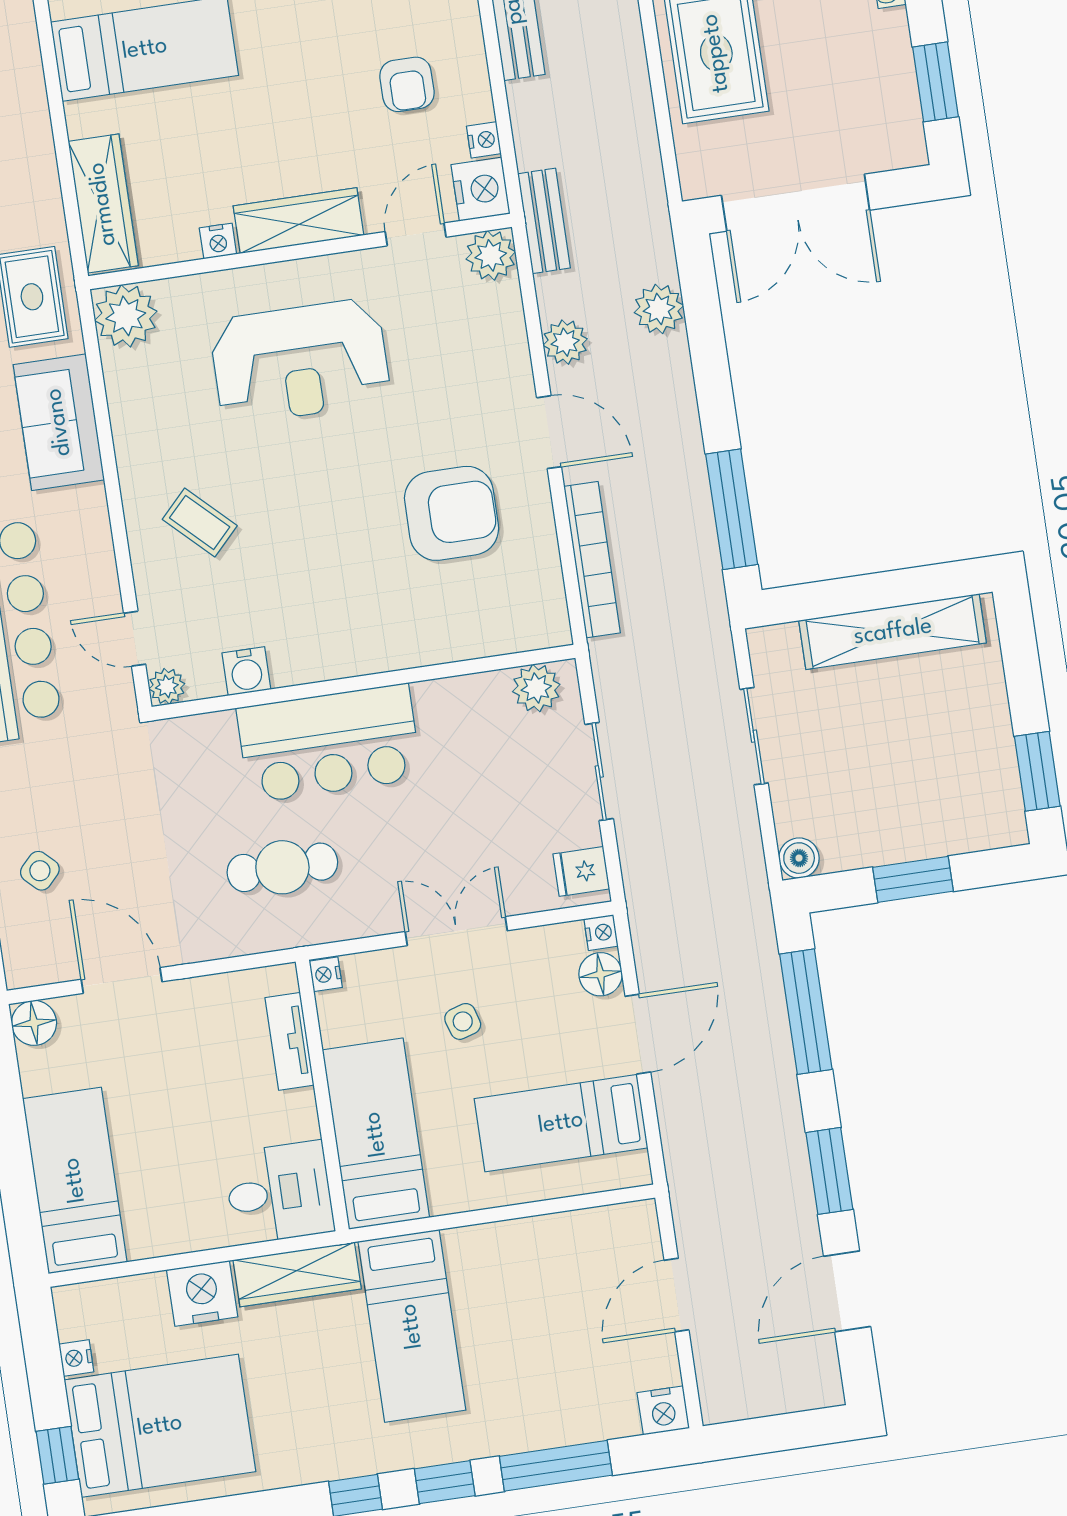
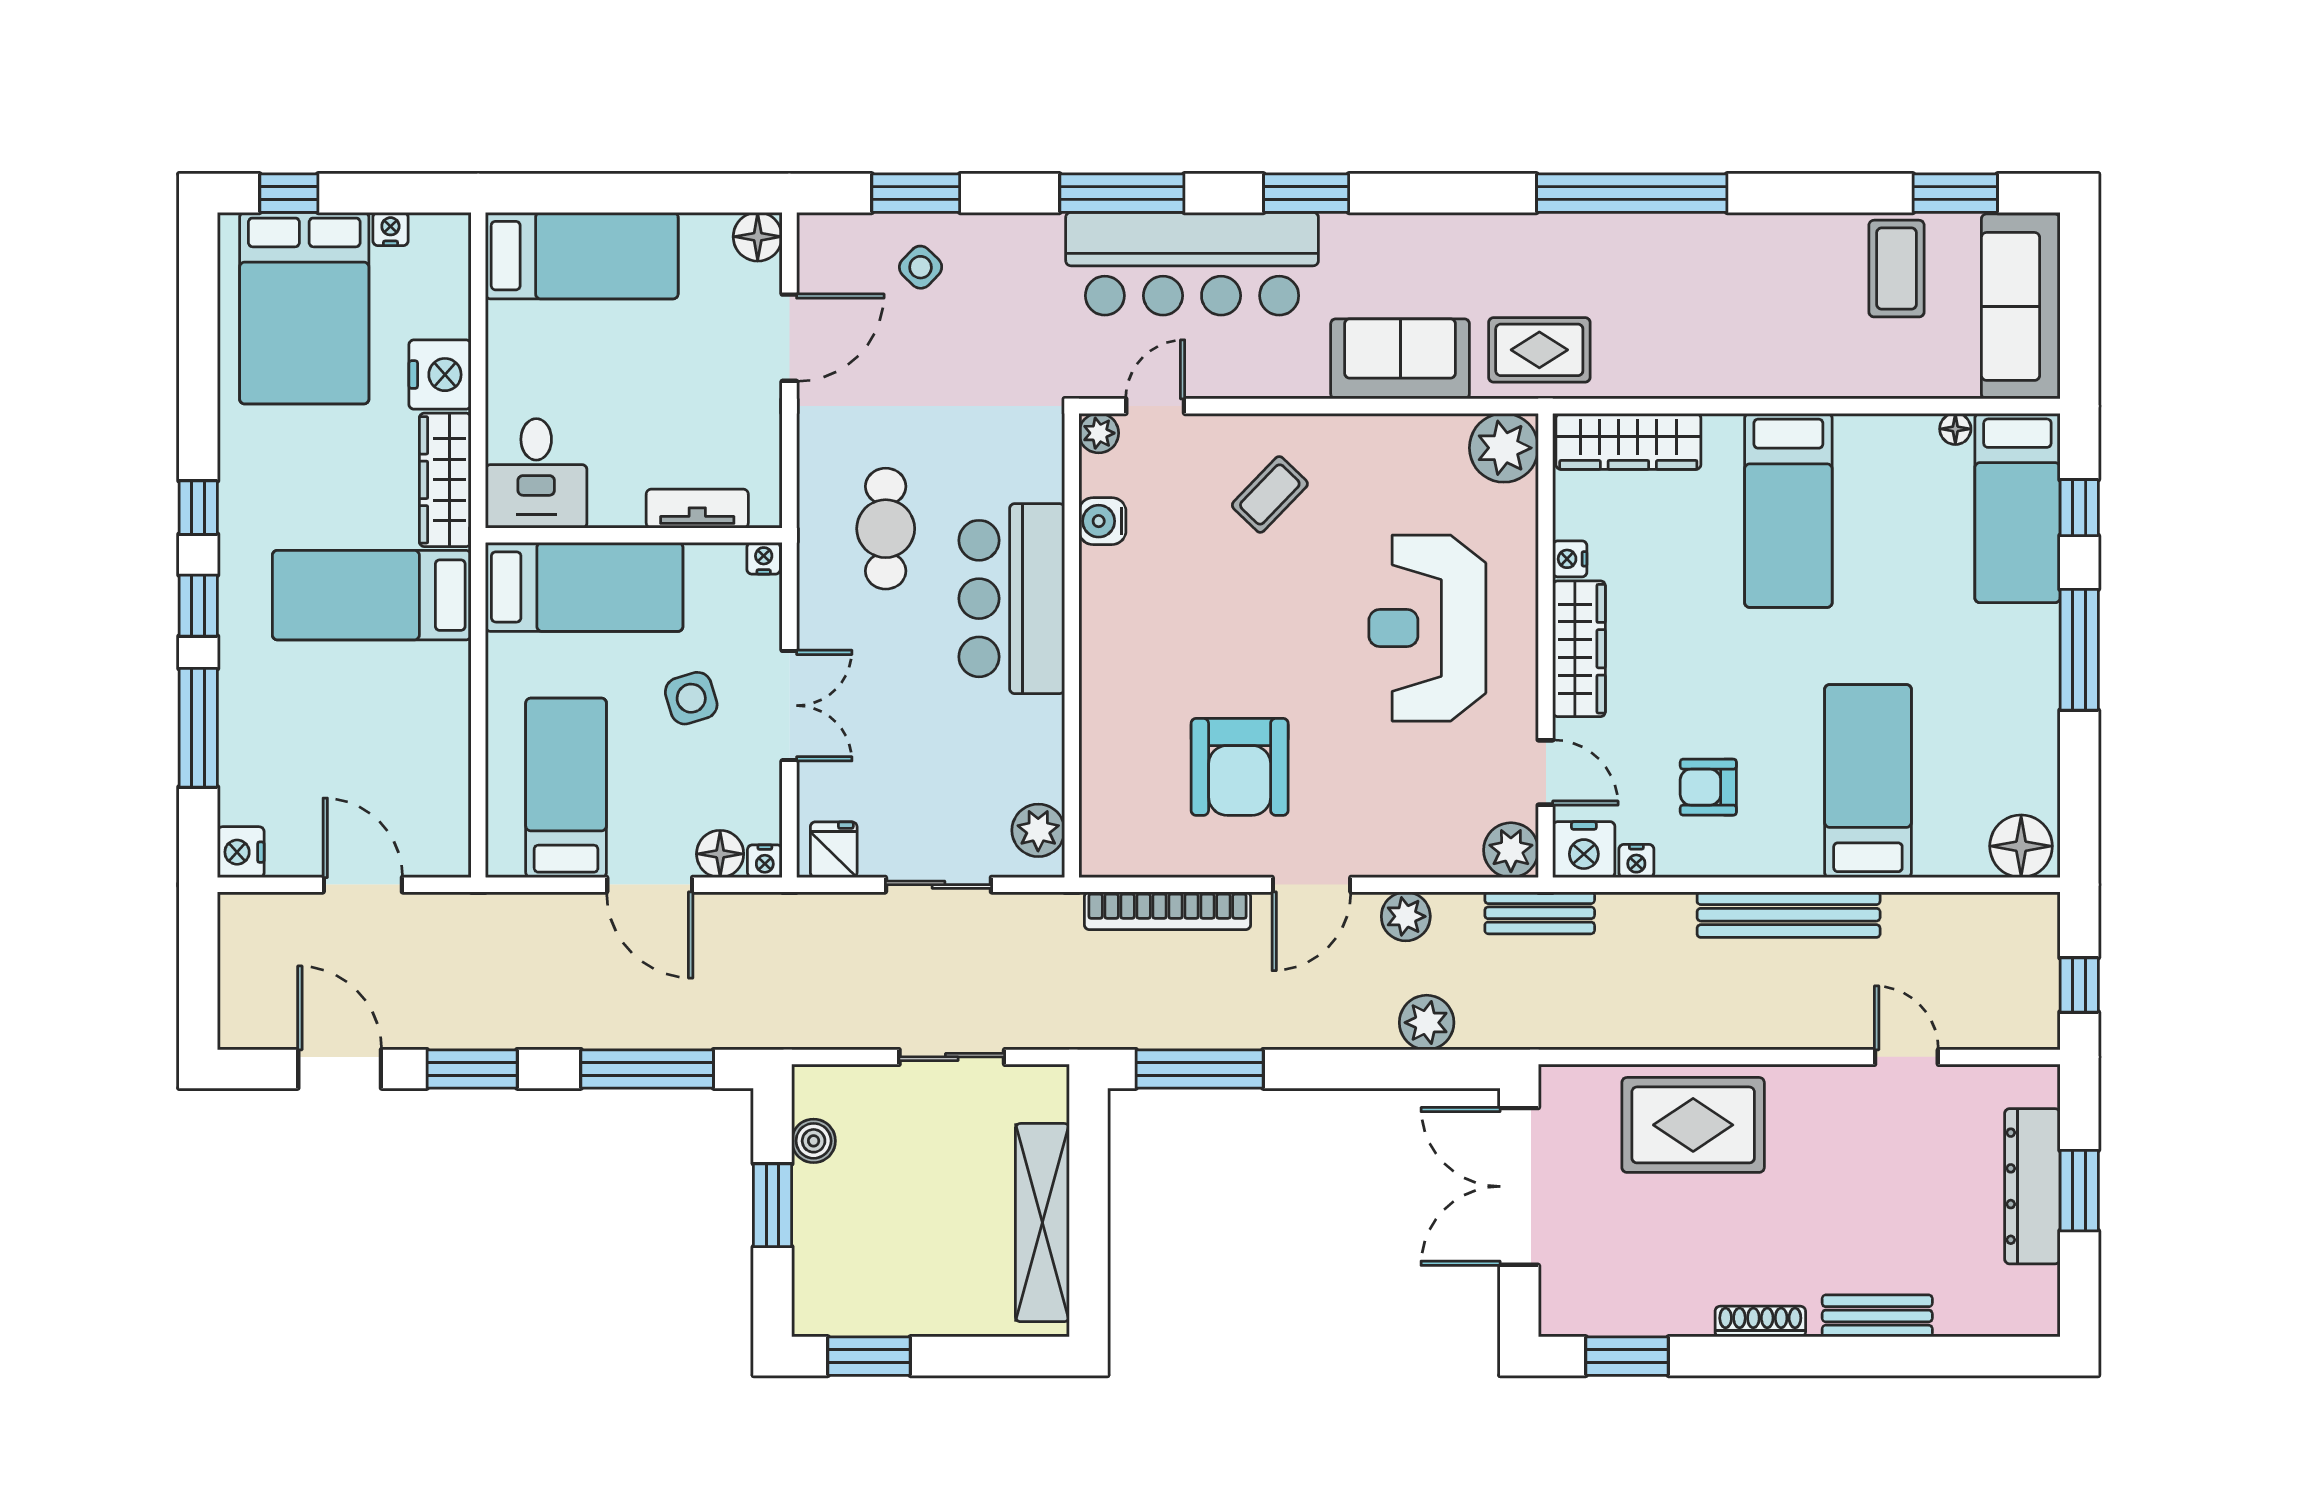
boiler: (799, 858) -> (814, 1141), moved
side table: (463, 1021) -> (691, 698), width x1.37, depth x1.37

